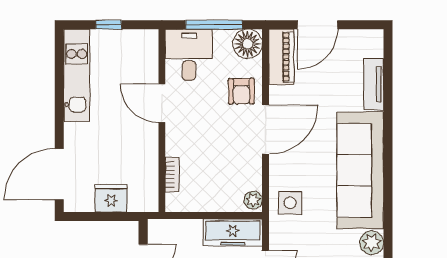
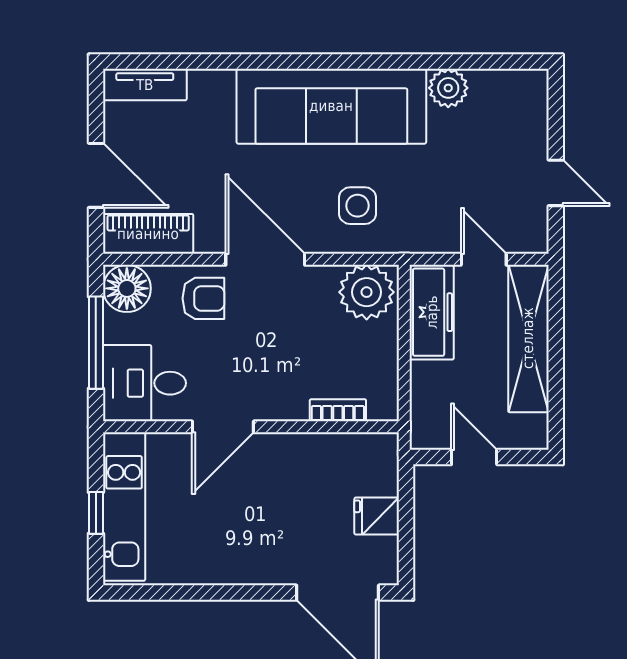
kitchen unit: (77, 75) -> (124, 507), moved, turned 90
tv unit: (374, 84) -> (145, 85), moved
fridge: (111, 198) -> (377, 516), width x0.72
plant: (253, 200) -> (367, 292), width x1.87, depth x1.87
side table: (290, 203) -> (358, 206), moved

